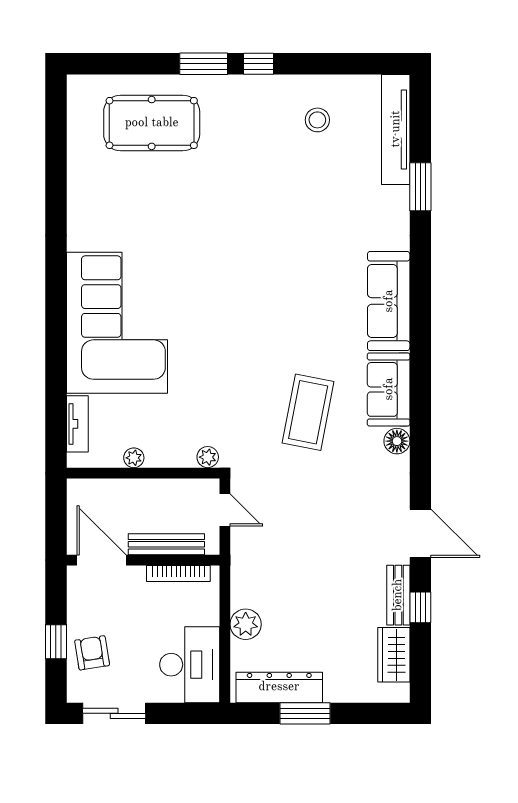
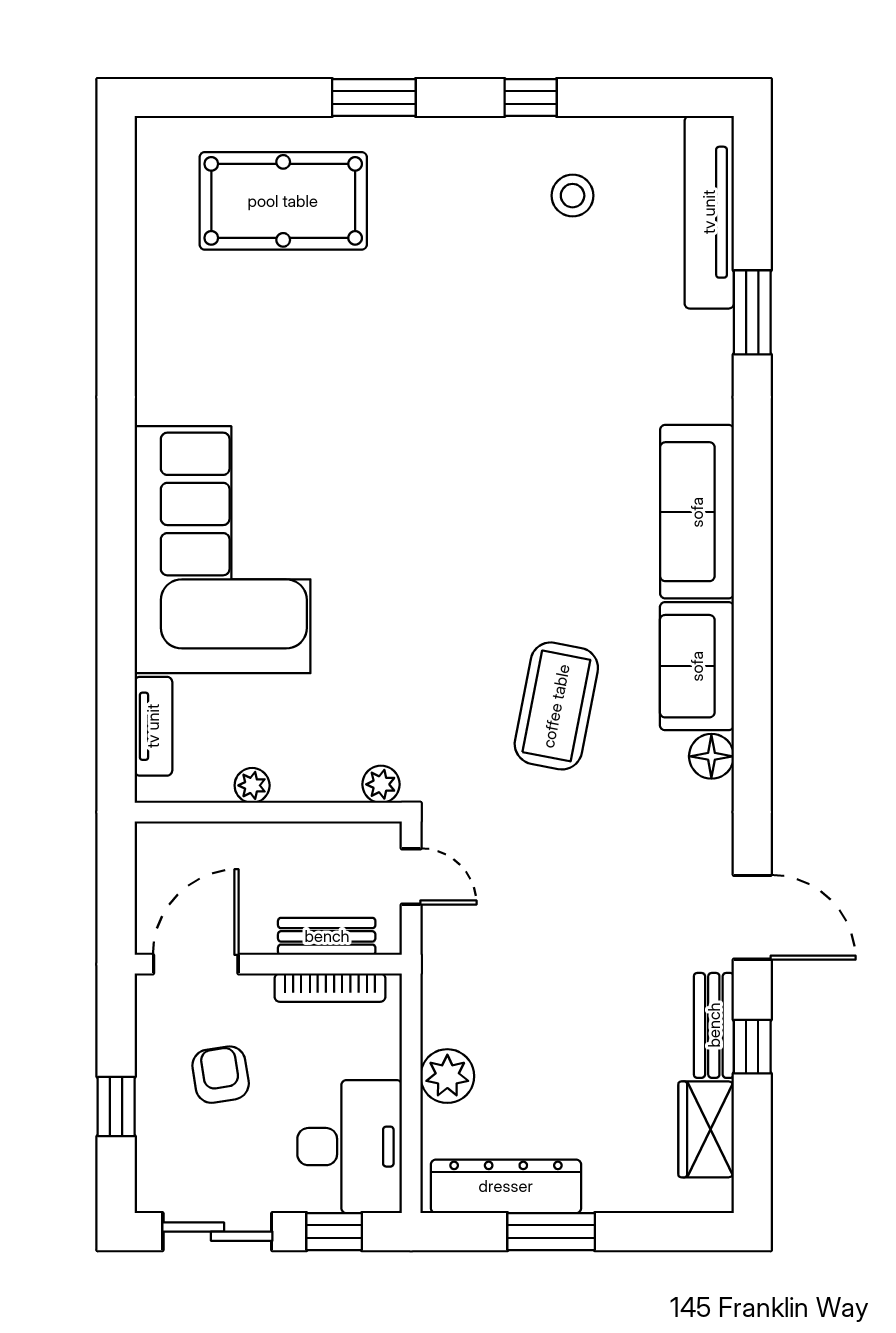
window: (258, 64) -> (531, 97), moved
bench: (166, 544) -> (327, 936), width x0.73
door: (102, 560) -> (196, 964), hinge flipped
armchair: (92, 653) -> (221, 1075), moved
window: (181, 713) -> (334, 1232), added

